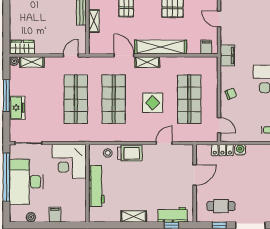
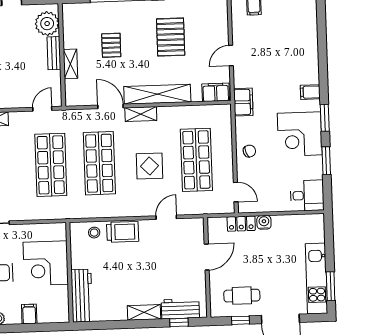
door: (219, 19) -> (231, 56), hinge flipped
filing cabinet: (206, 47) -> (216, 92), width x2.00
corner desk: (69, 161) -> (46, 263), moved
workbench: (96, 186) -> (82, 296), moved
shelving: (134, 216) -> (144, 312), moved

